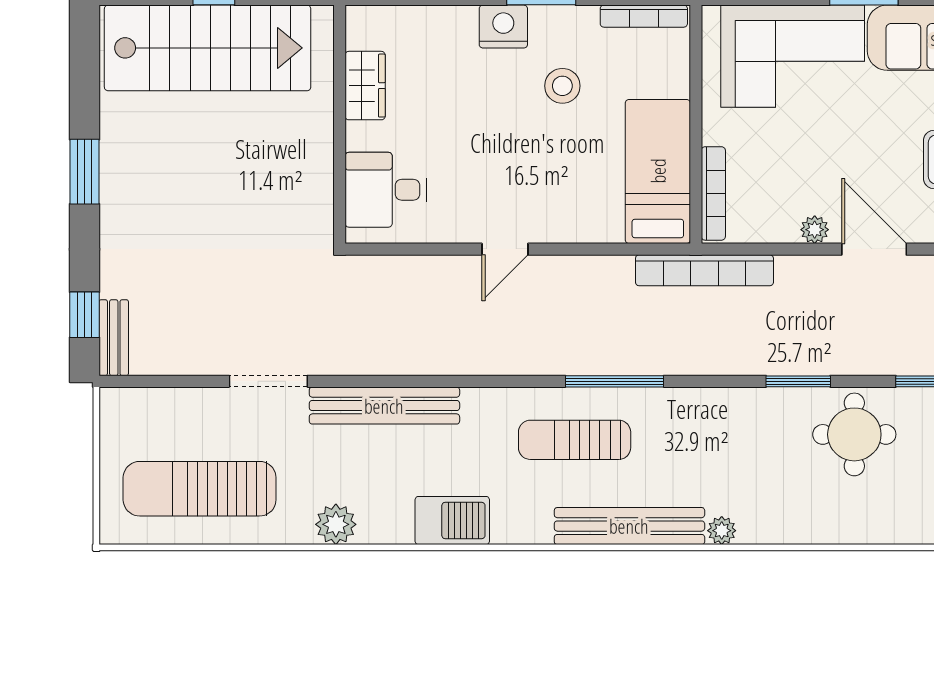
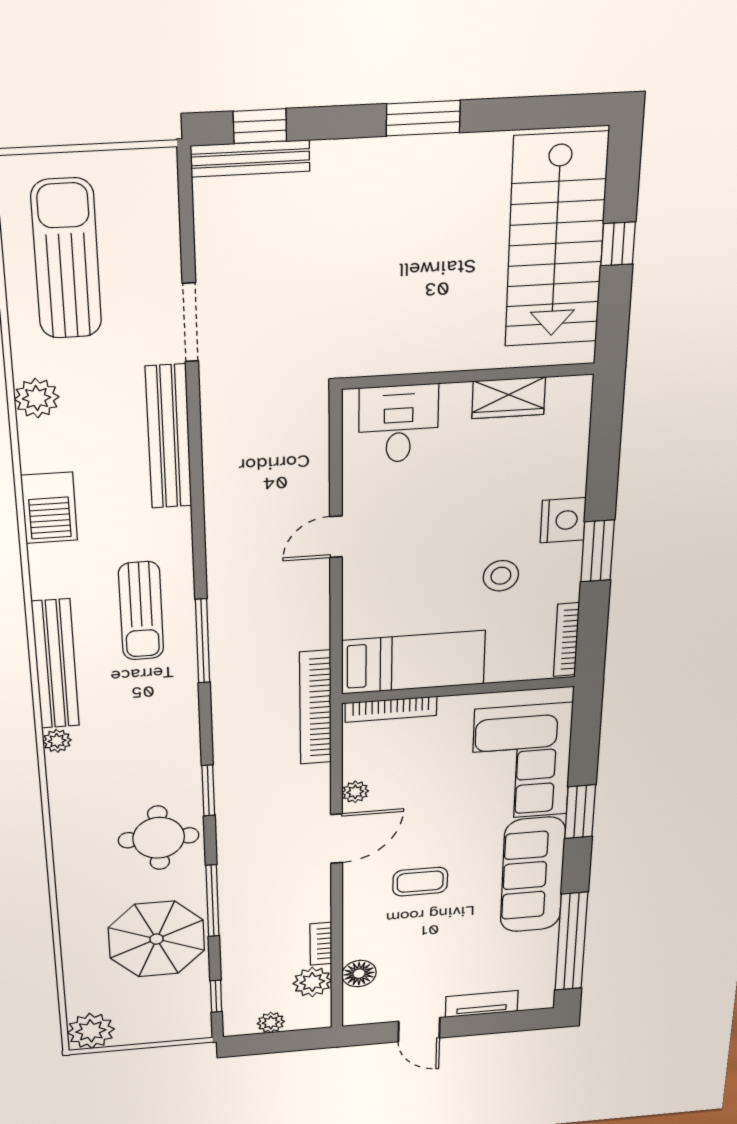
door: (505, 249) -> (336, 537), hinge flipped
bench: (114, 338) -> (250, 158), width x1.36
sun lounger: (575, 440) -> (141, 611), turned 180

